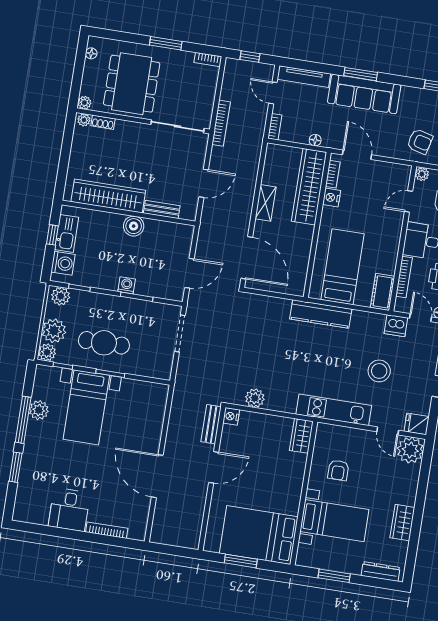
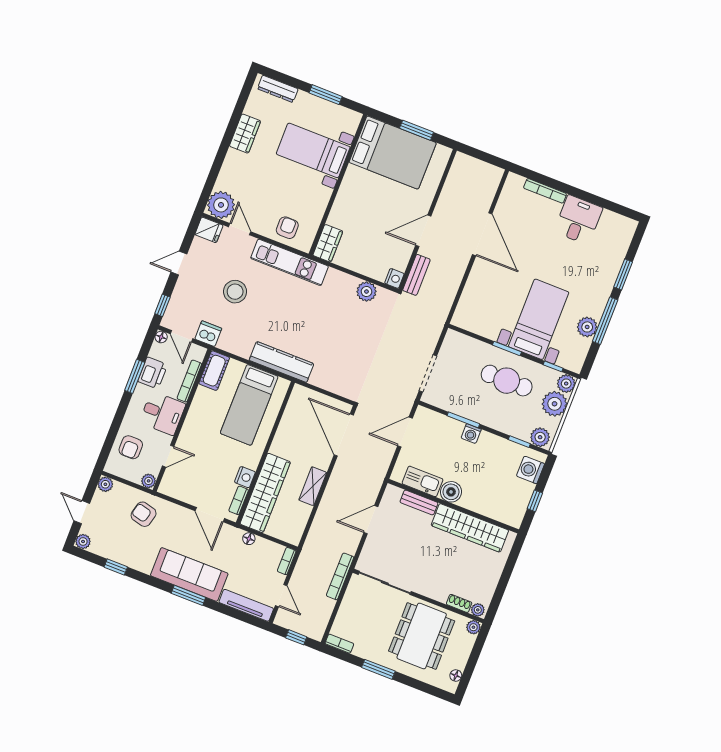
kitchen sink: (66, 233) -> (422, 481), moved, turned 90
armchair: (338, 470) -> (287, 228), moved

